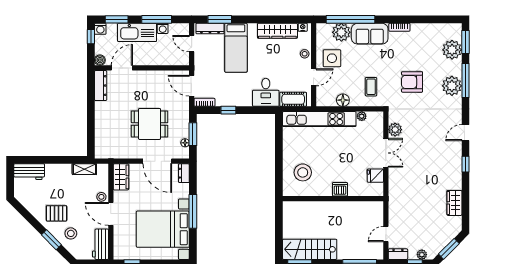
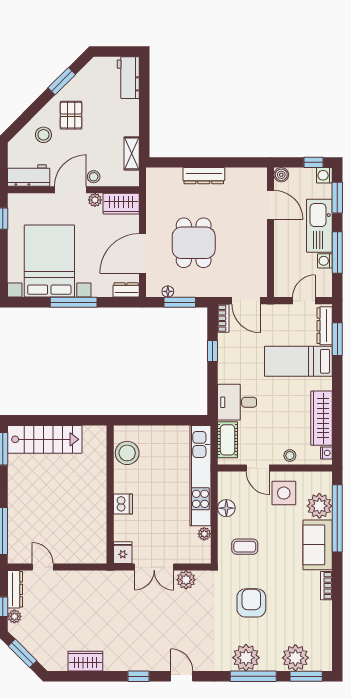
dresser: (101, 86) -> (204, 176), moved
door: (192, 86) -> (246, 301), swing flipped
dishwasher: (340, 189) -> (123, 504), moved
plant: (118, 196) -> (95, 200), added
wall: (333, 199) -> (110, 494), moved
window: (51, 240) -> (62, 81), moved
stairs: (310, 249) -> (45, 439), moved, turned 90
dresser: (398, 254) -> (15, 589), width x1.44

